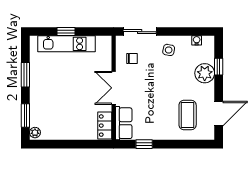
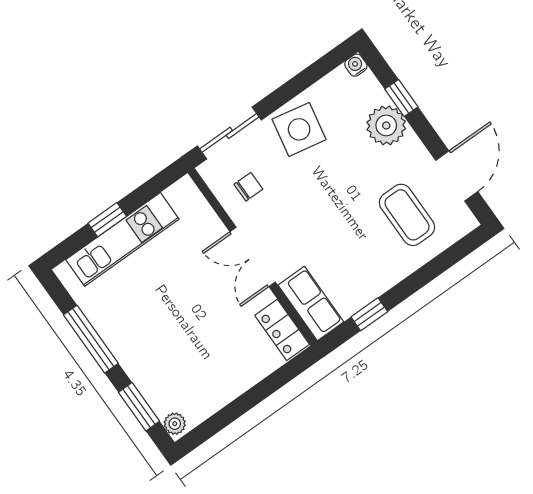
water cooler: (197, 40) -> (356, 65), moved
side table: (169, 50) -> (299, 129), width x1.87, depth x1.87
window: (25, 75) -> (91, 339), width x1.44

